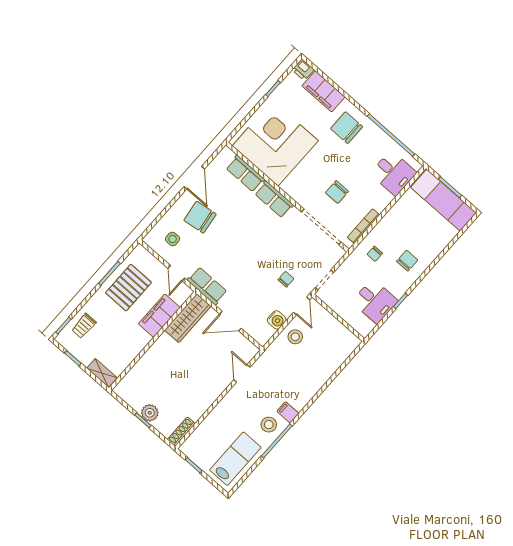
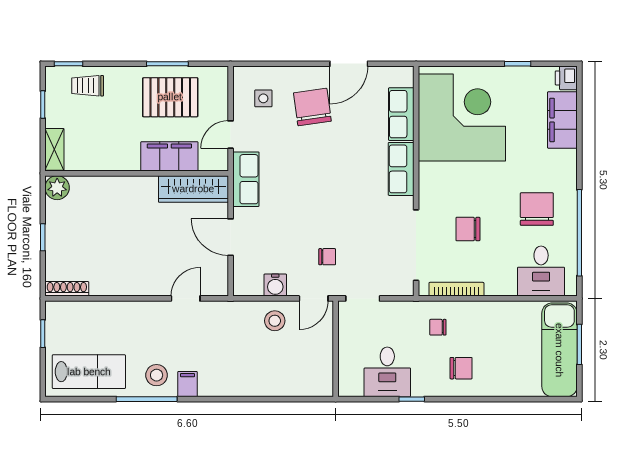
chair: (347, 128) -> (537, 209), moved
plant: (150, 413) -> (57, 188), moved

